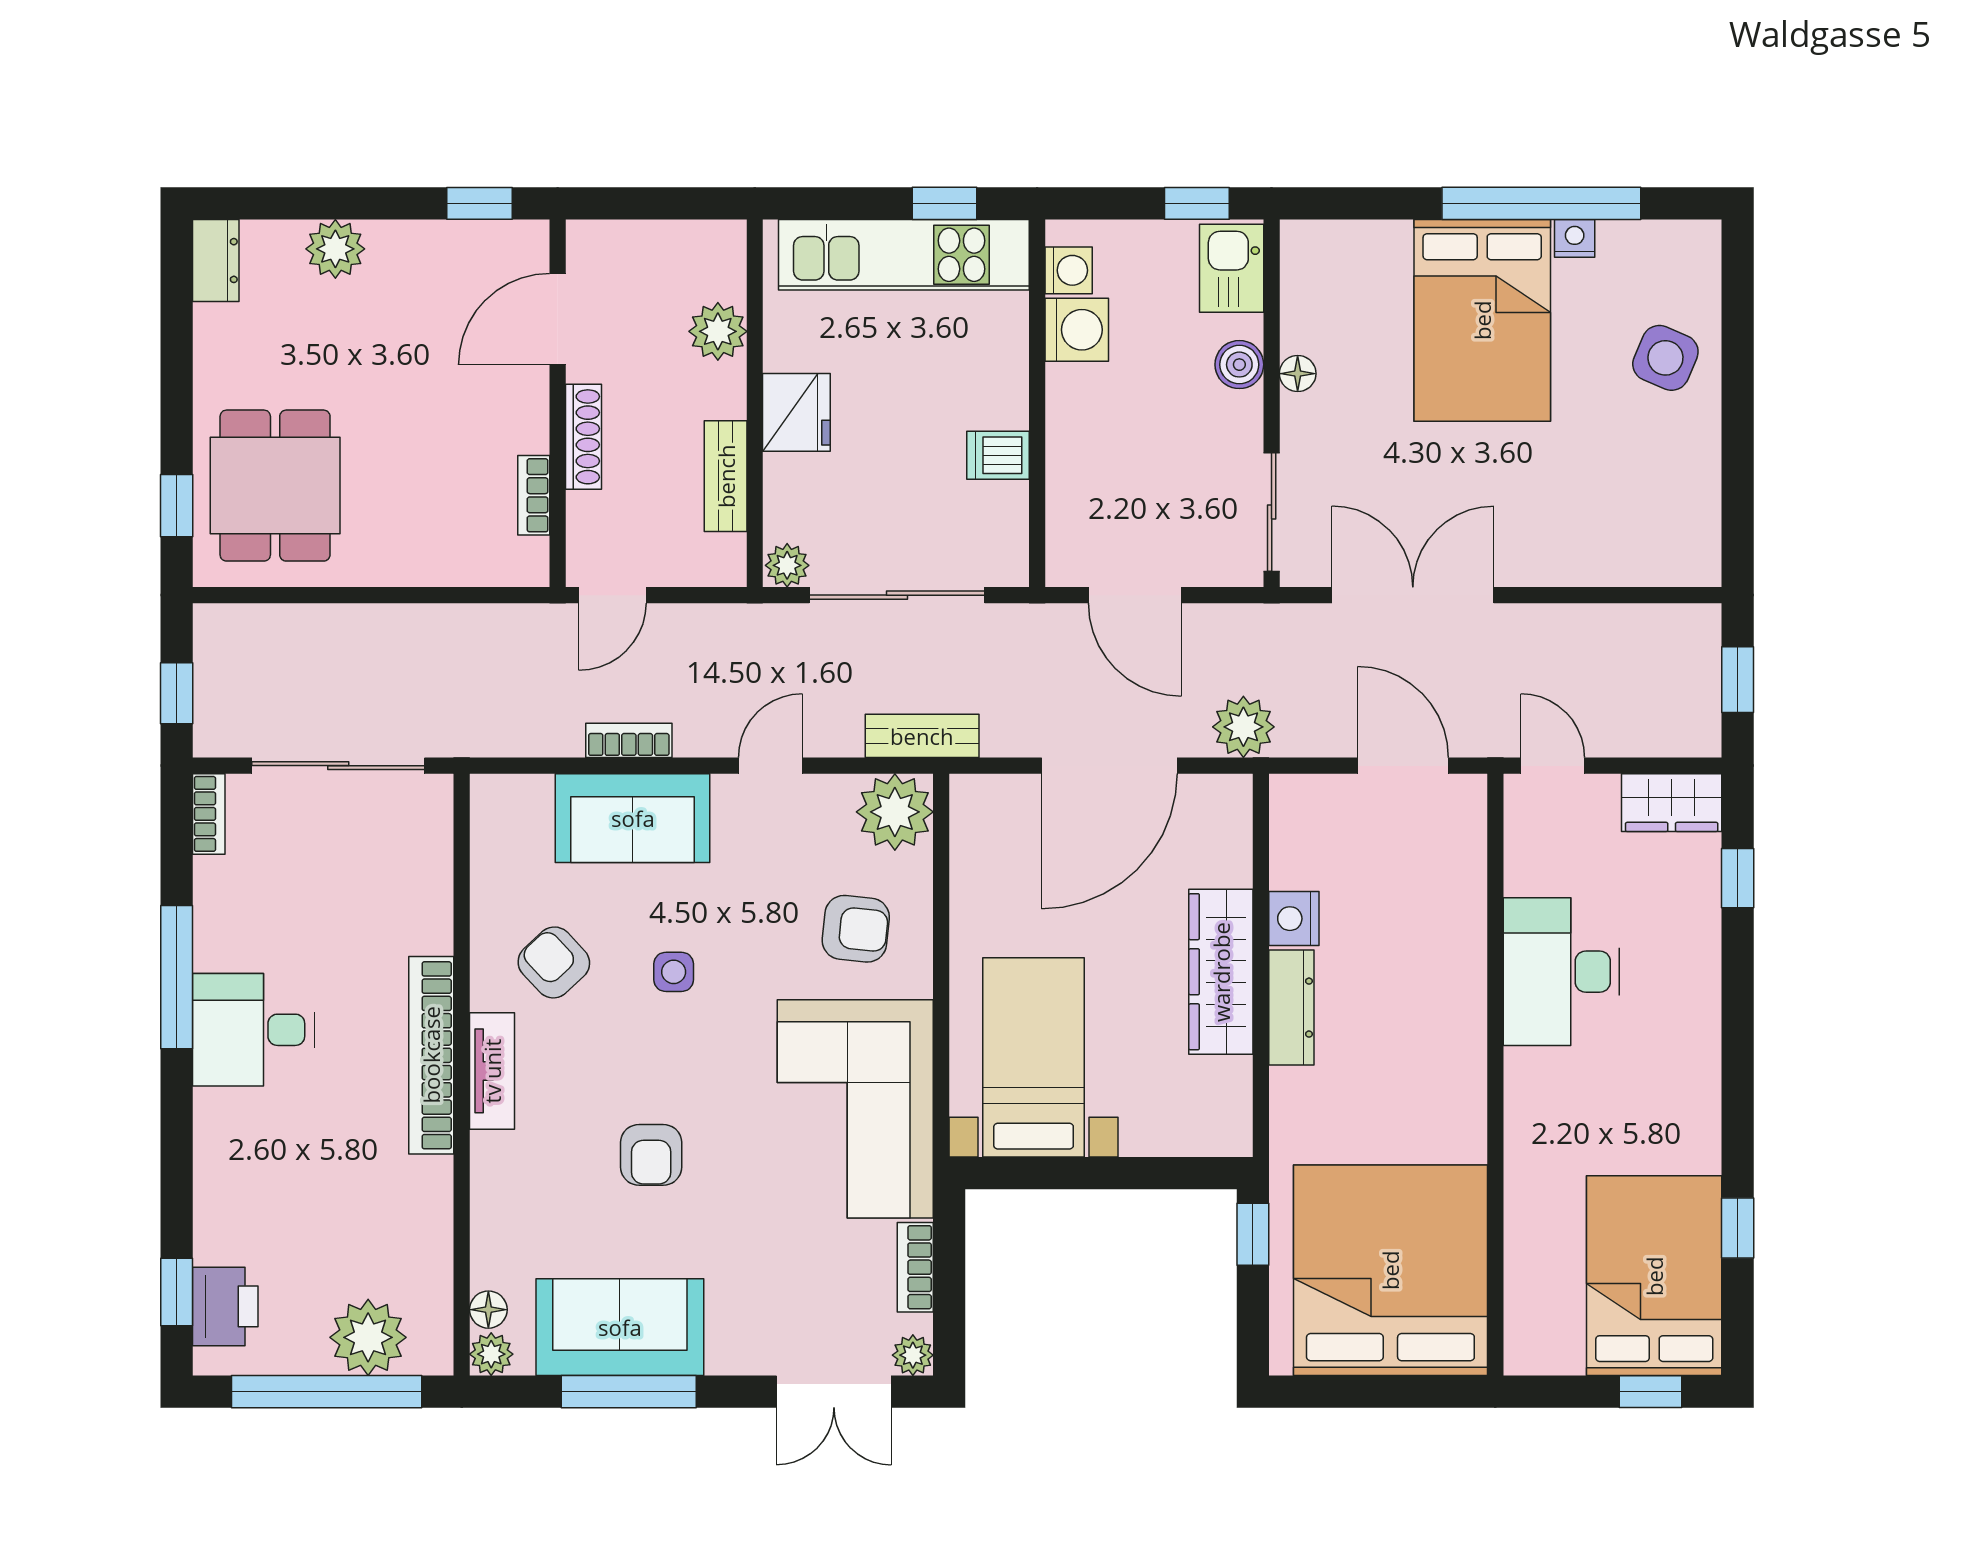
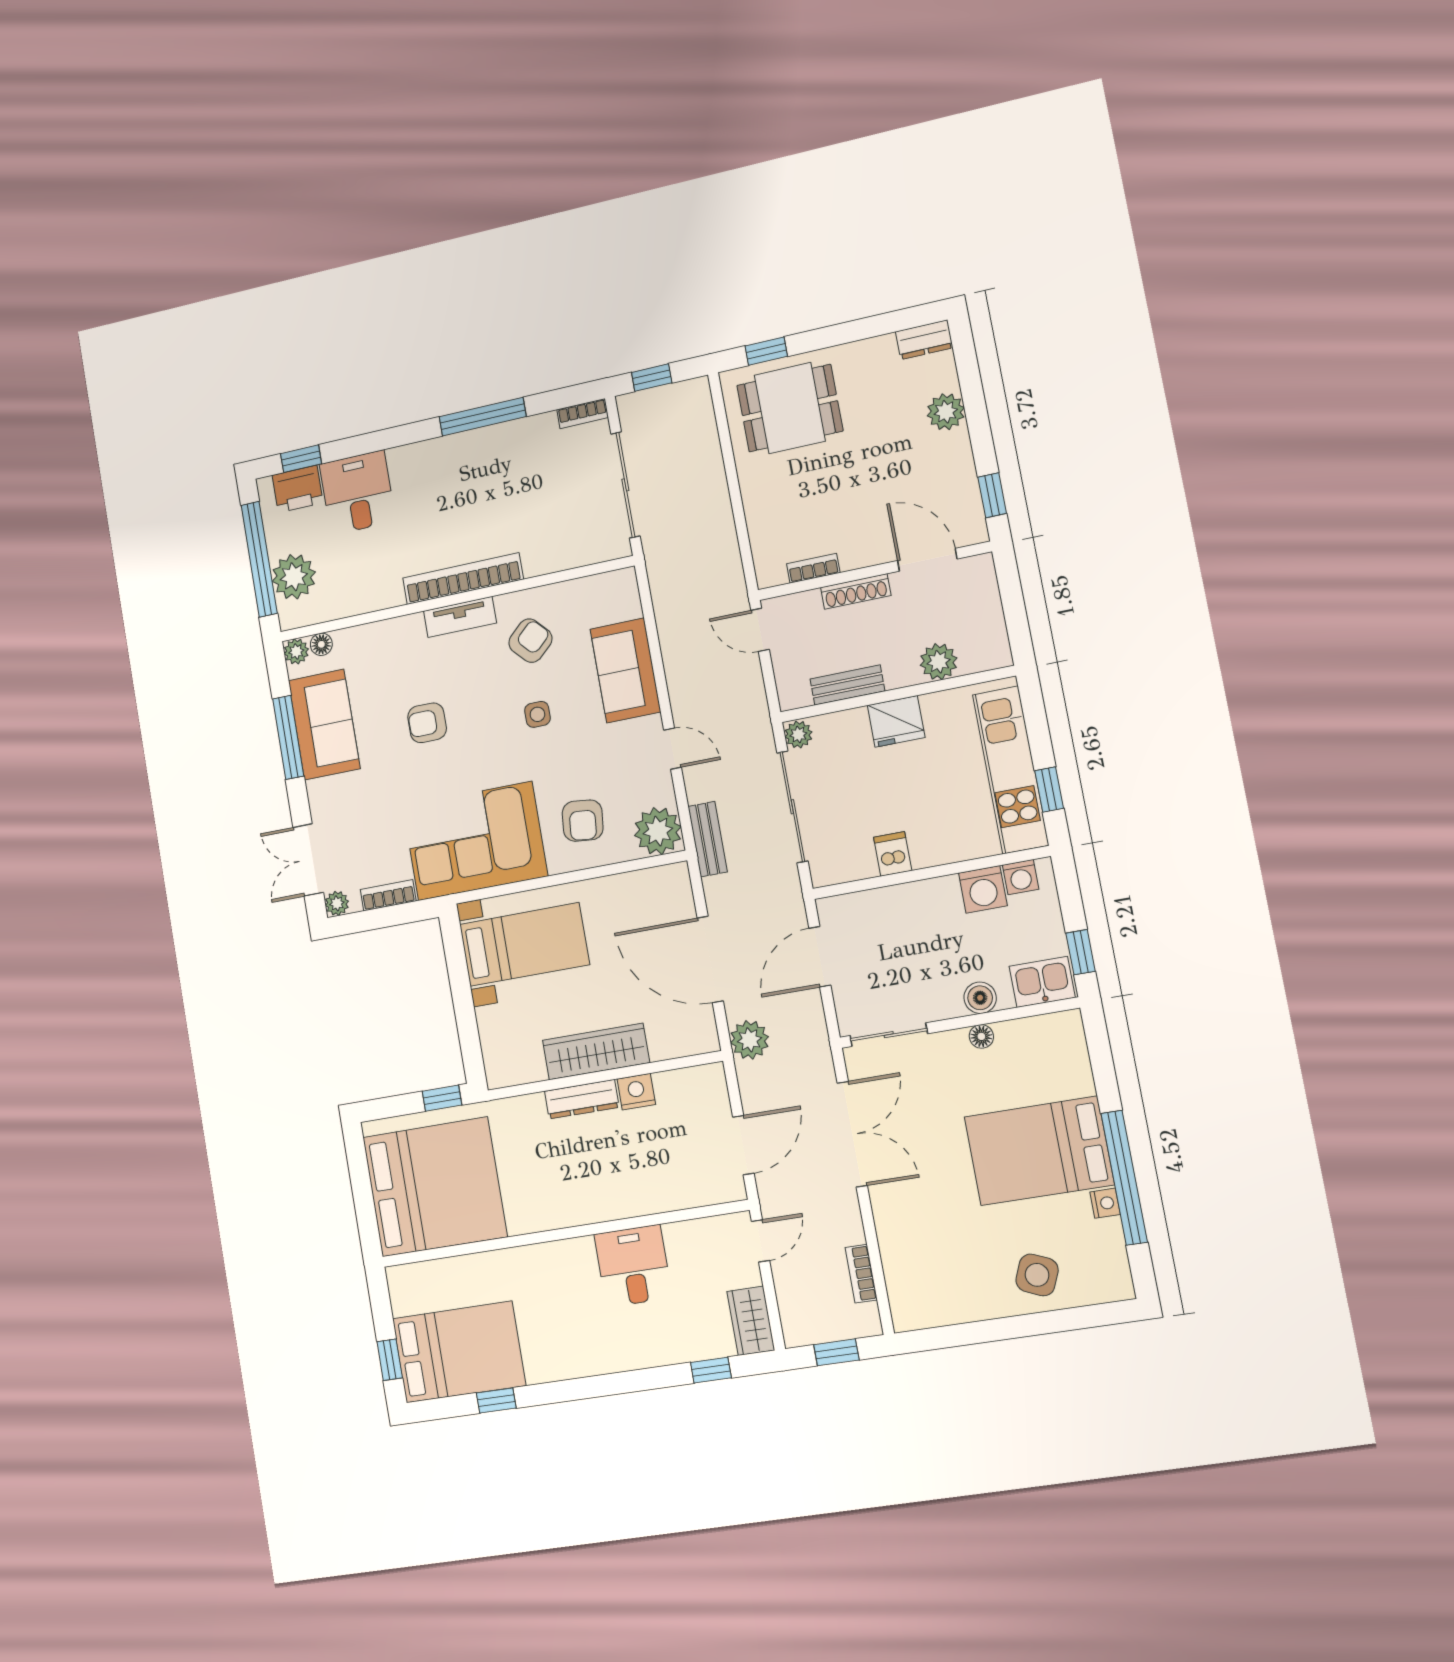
bookcase: (629, 740) -> (861, 1274), moved, turned 180
desk: (1561, 972) -> (633, 1266), width x0.73
desk: (254, 1030) -> (357, 493), moved

